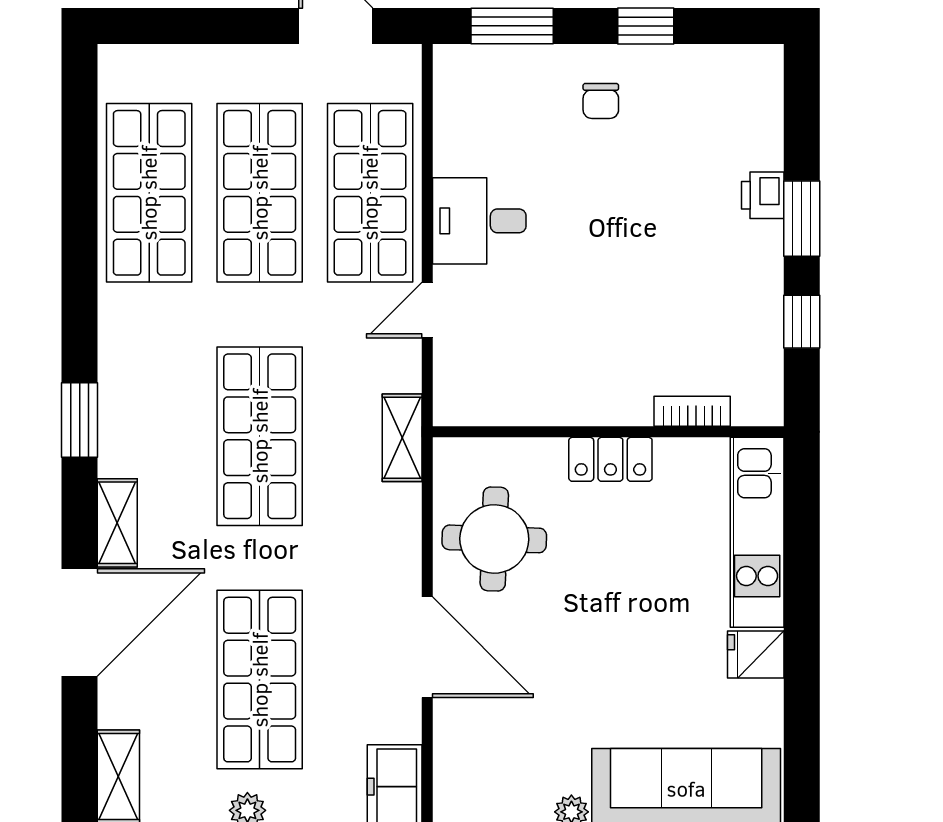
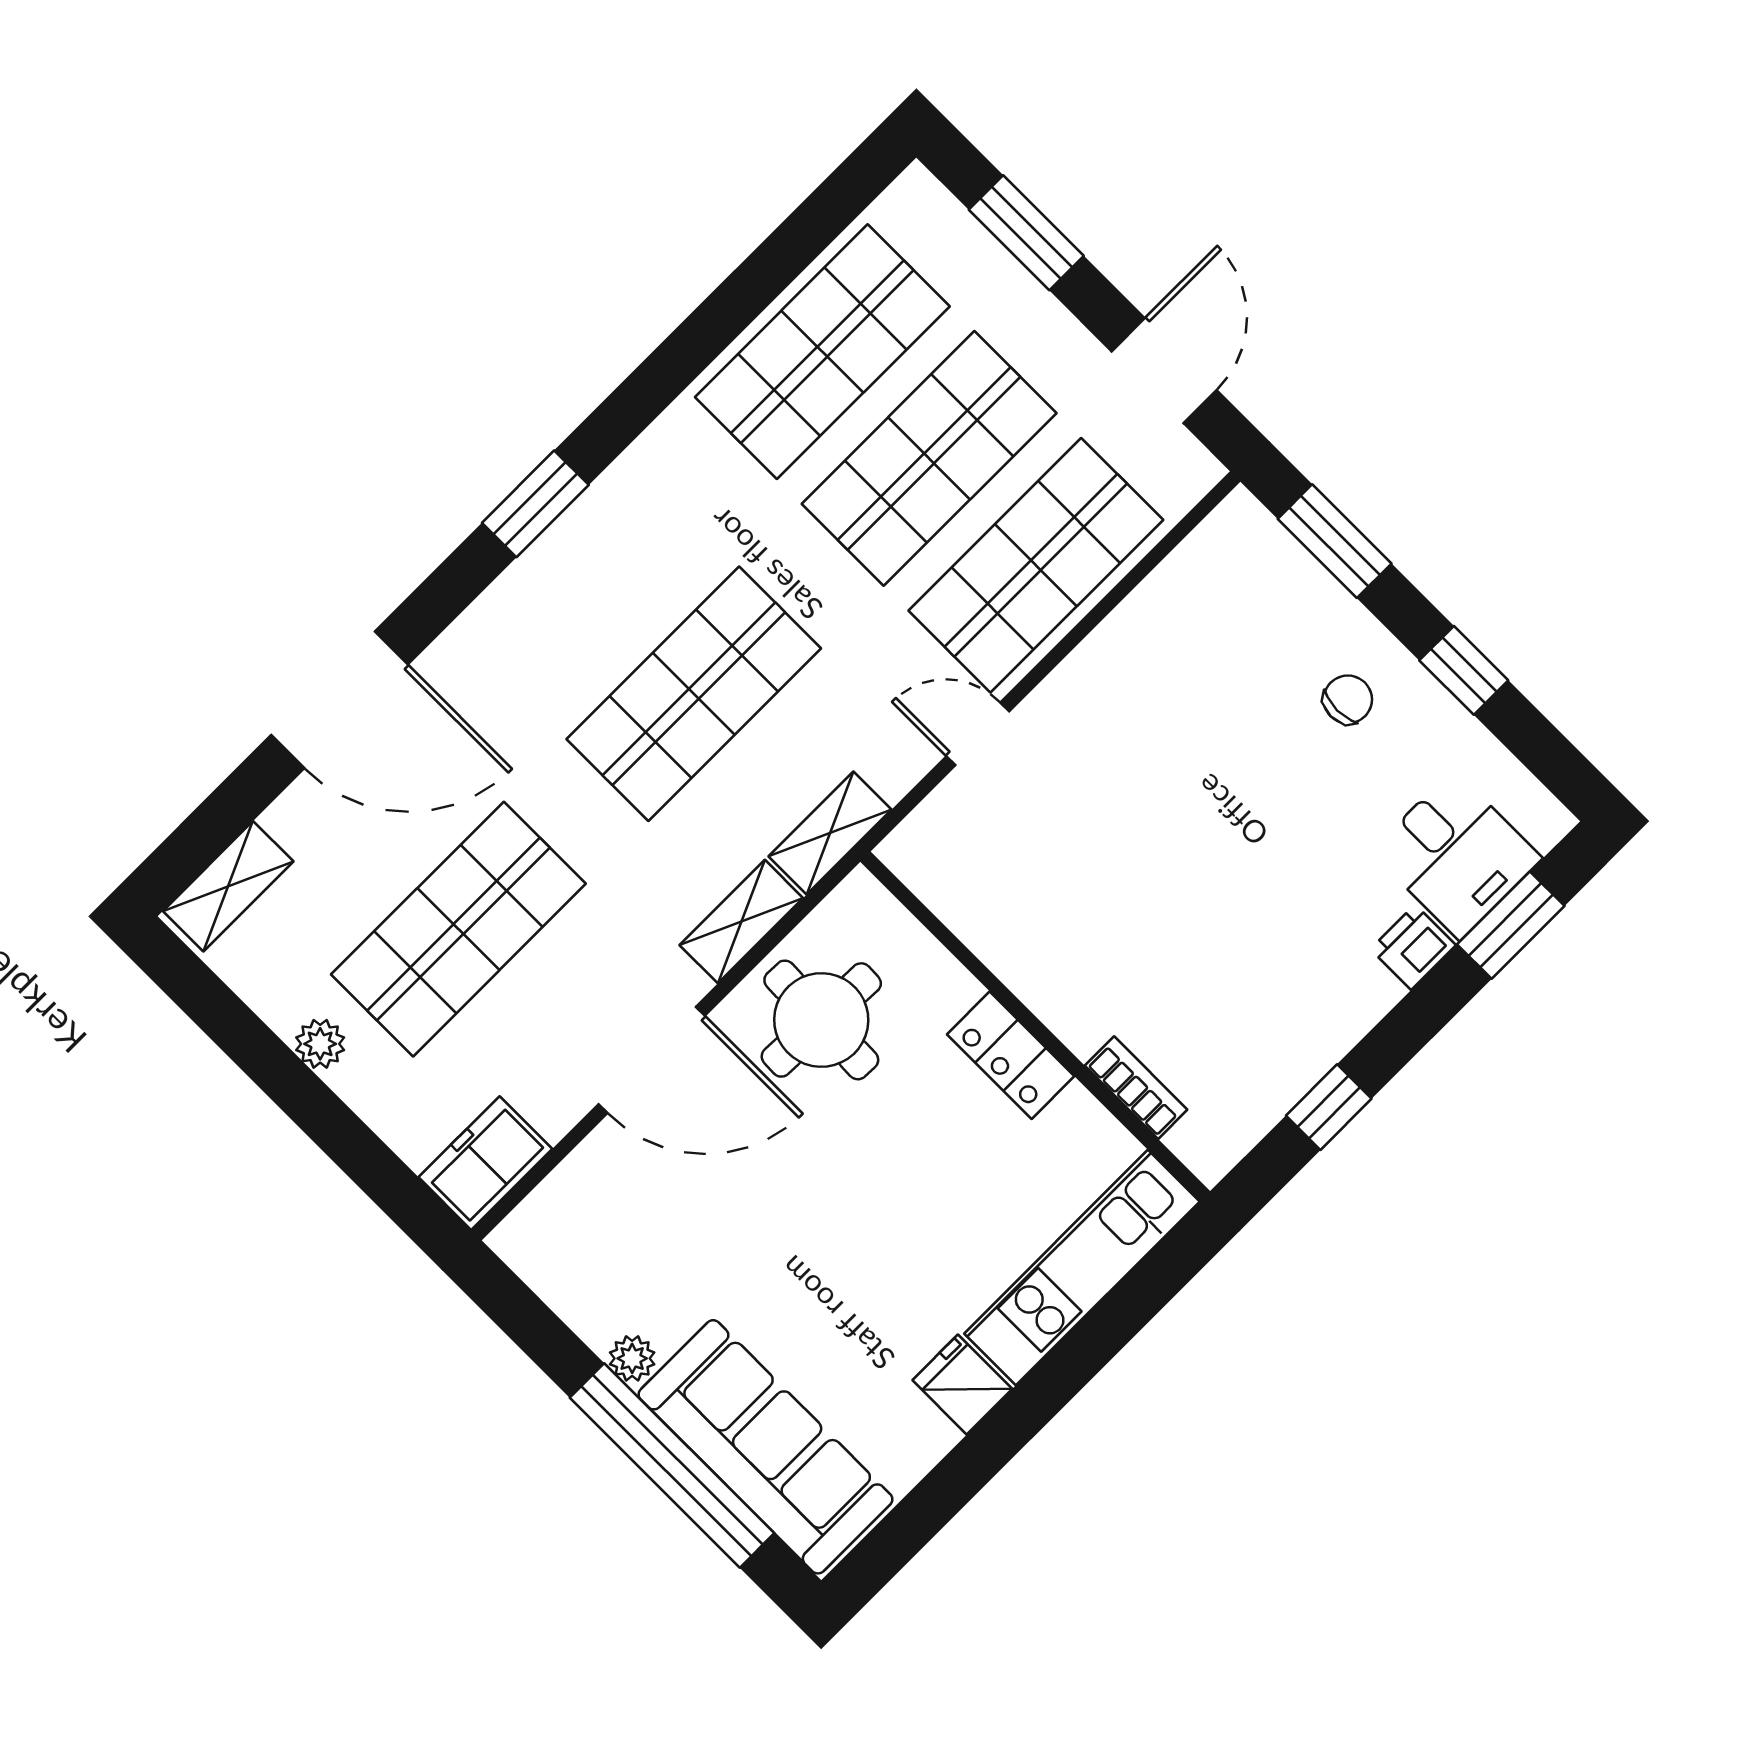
window: (193, 26) -> (1026, 233), added
chair: (601, 101) -> (1348, 699), turned 180
window: (802, 219) -> (1511, 925), moved
desk: (479, 221) -> (1456, 855), moved, turned 180
shelving: (117, 523) -> (741, 922), moved
door: (427, 647) -> (652, 1060), hinge flipped

